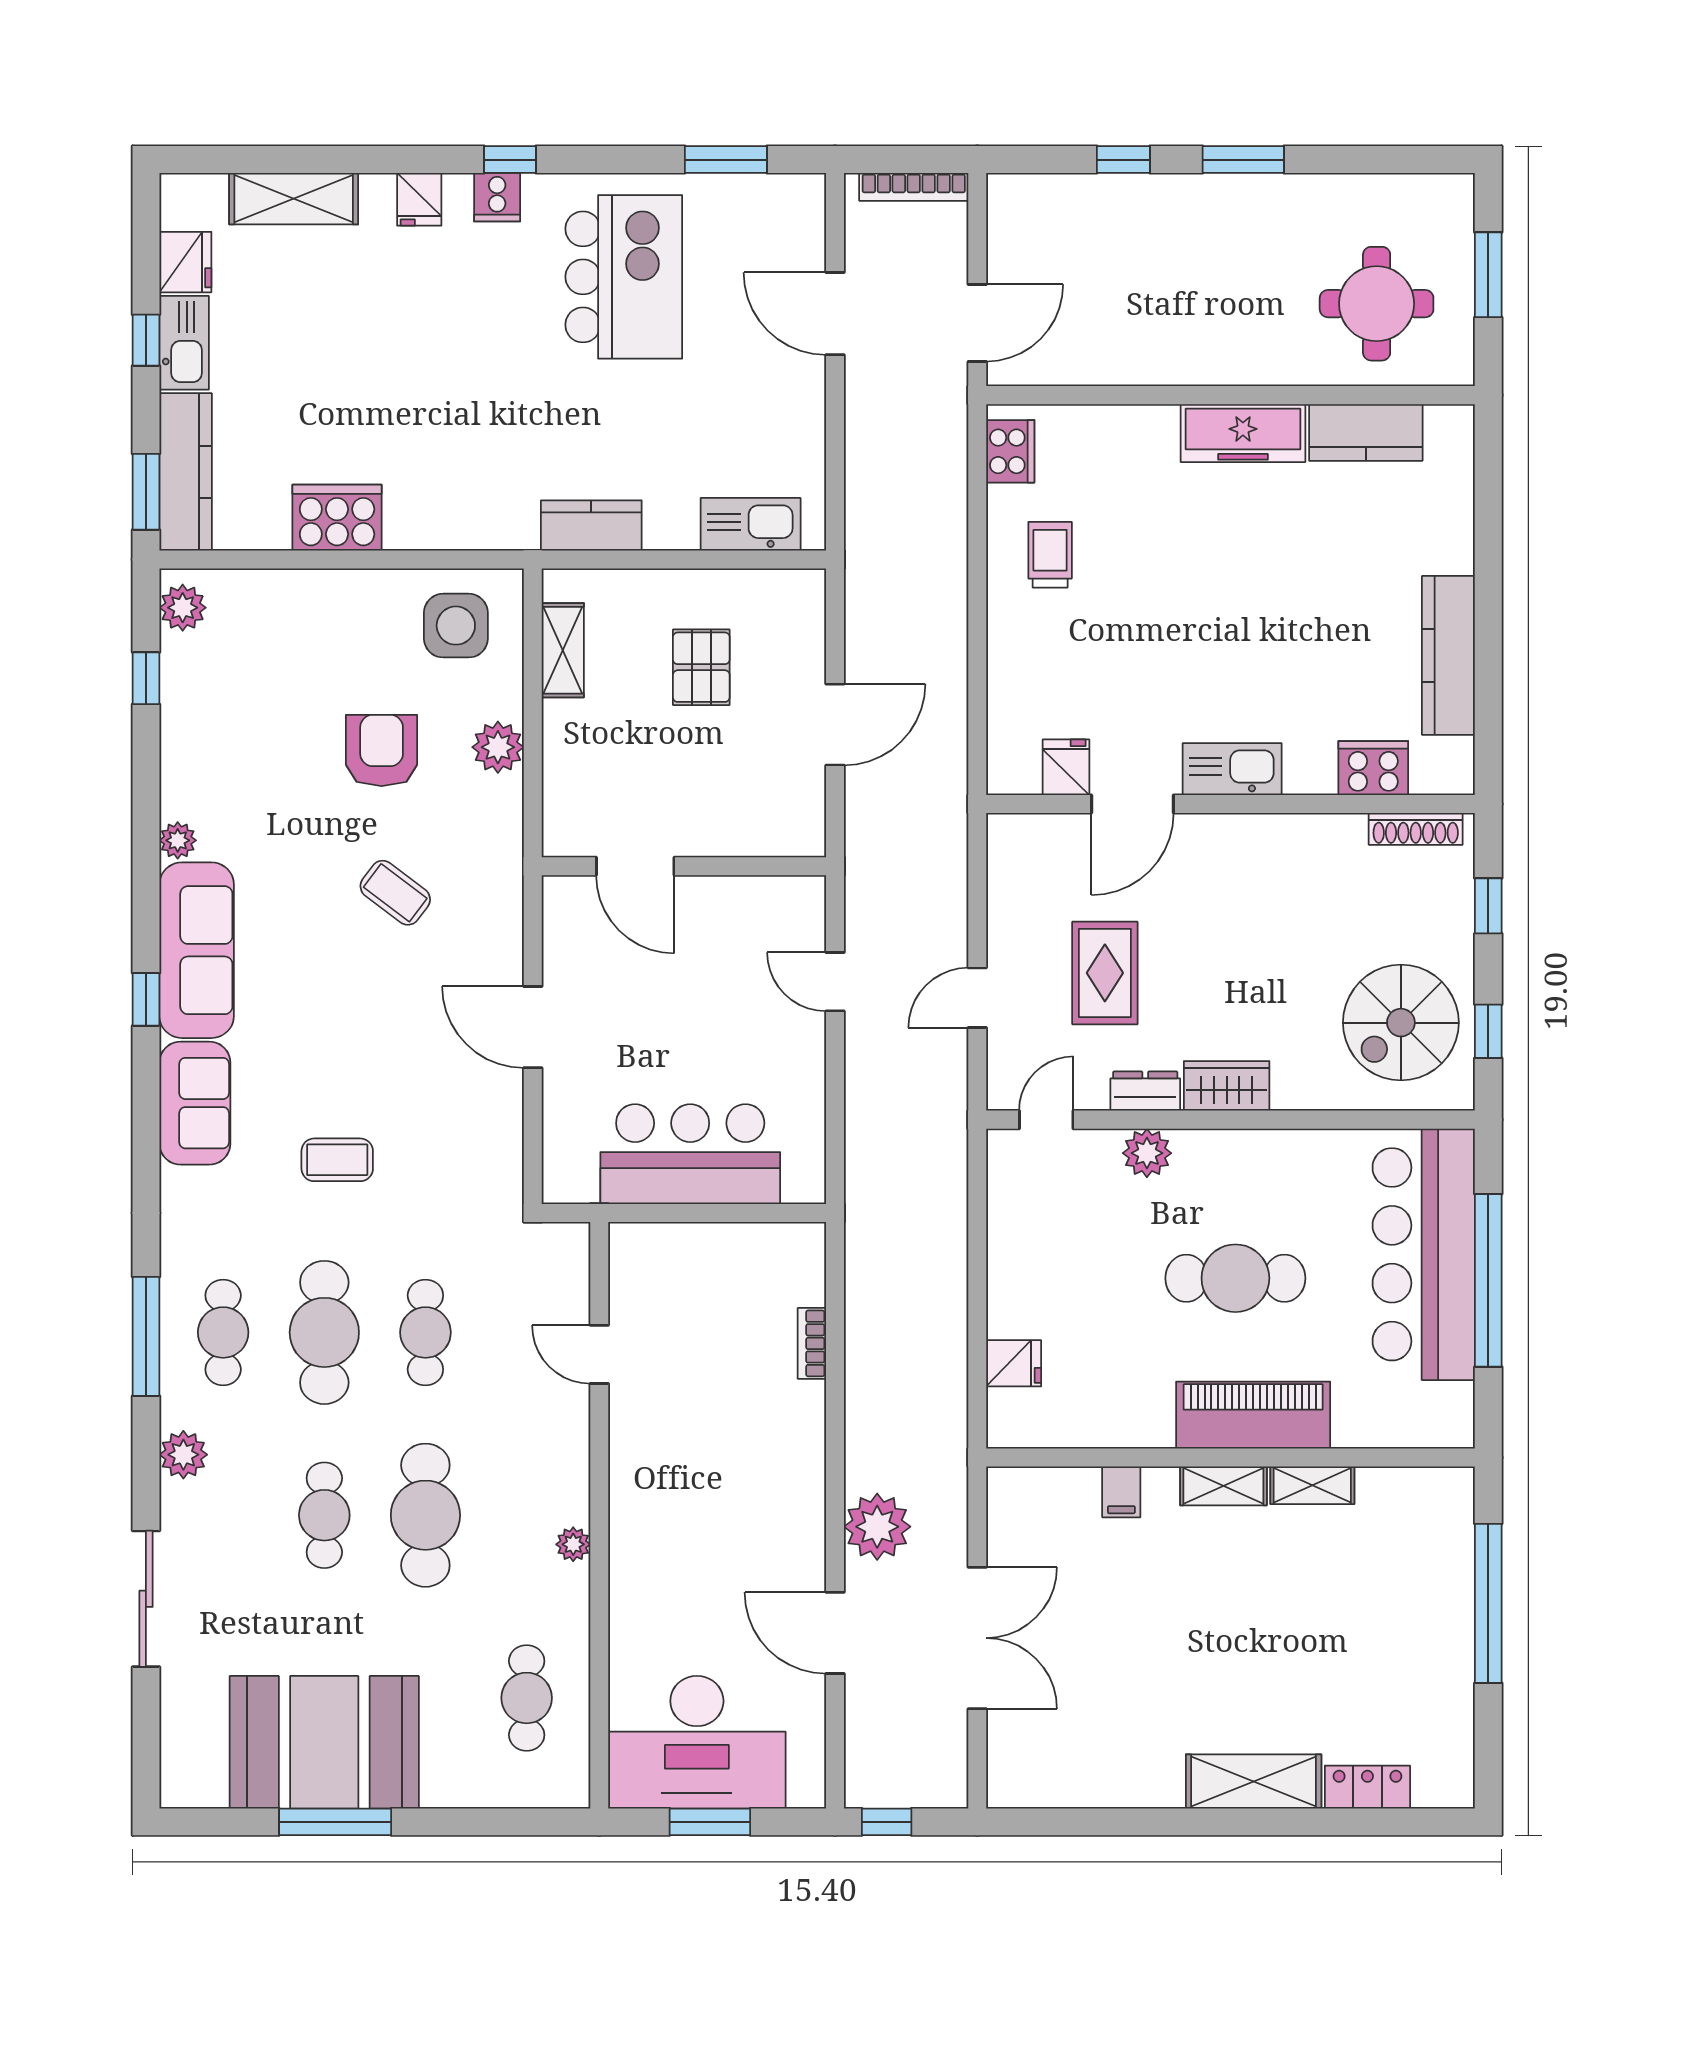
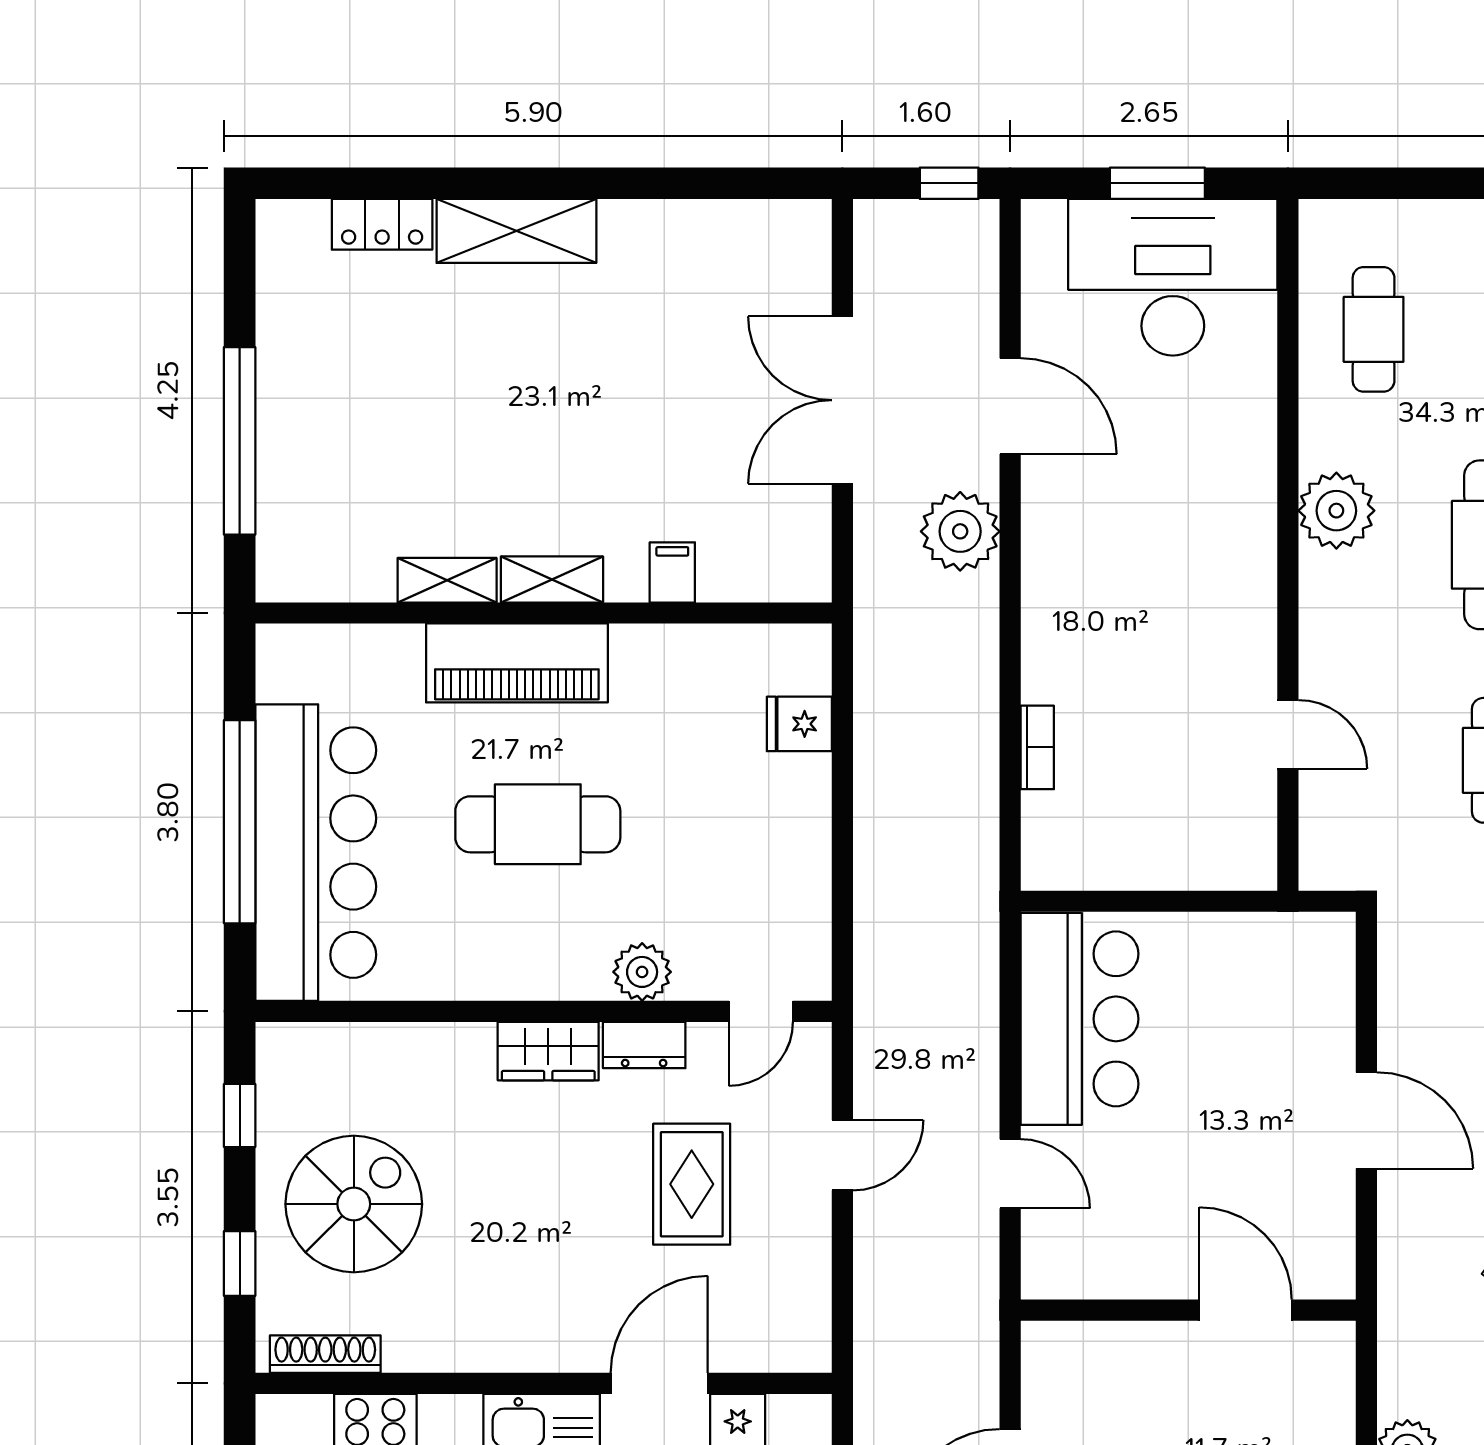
spiral stairs: (1401, 1023) -> (354, 1204), moved
bar counter: (690, 1154) -> (1079, 1019), moved, turned -90
plant: (573, 1544) -> (1336, 511), width x1.88, depth x1.88

